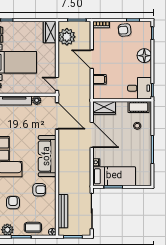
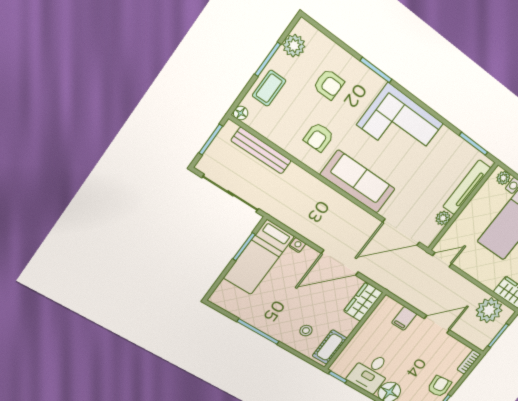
desk: (140, 88) -> (371, 373), moved

